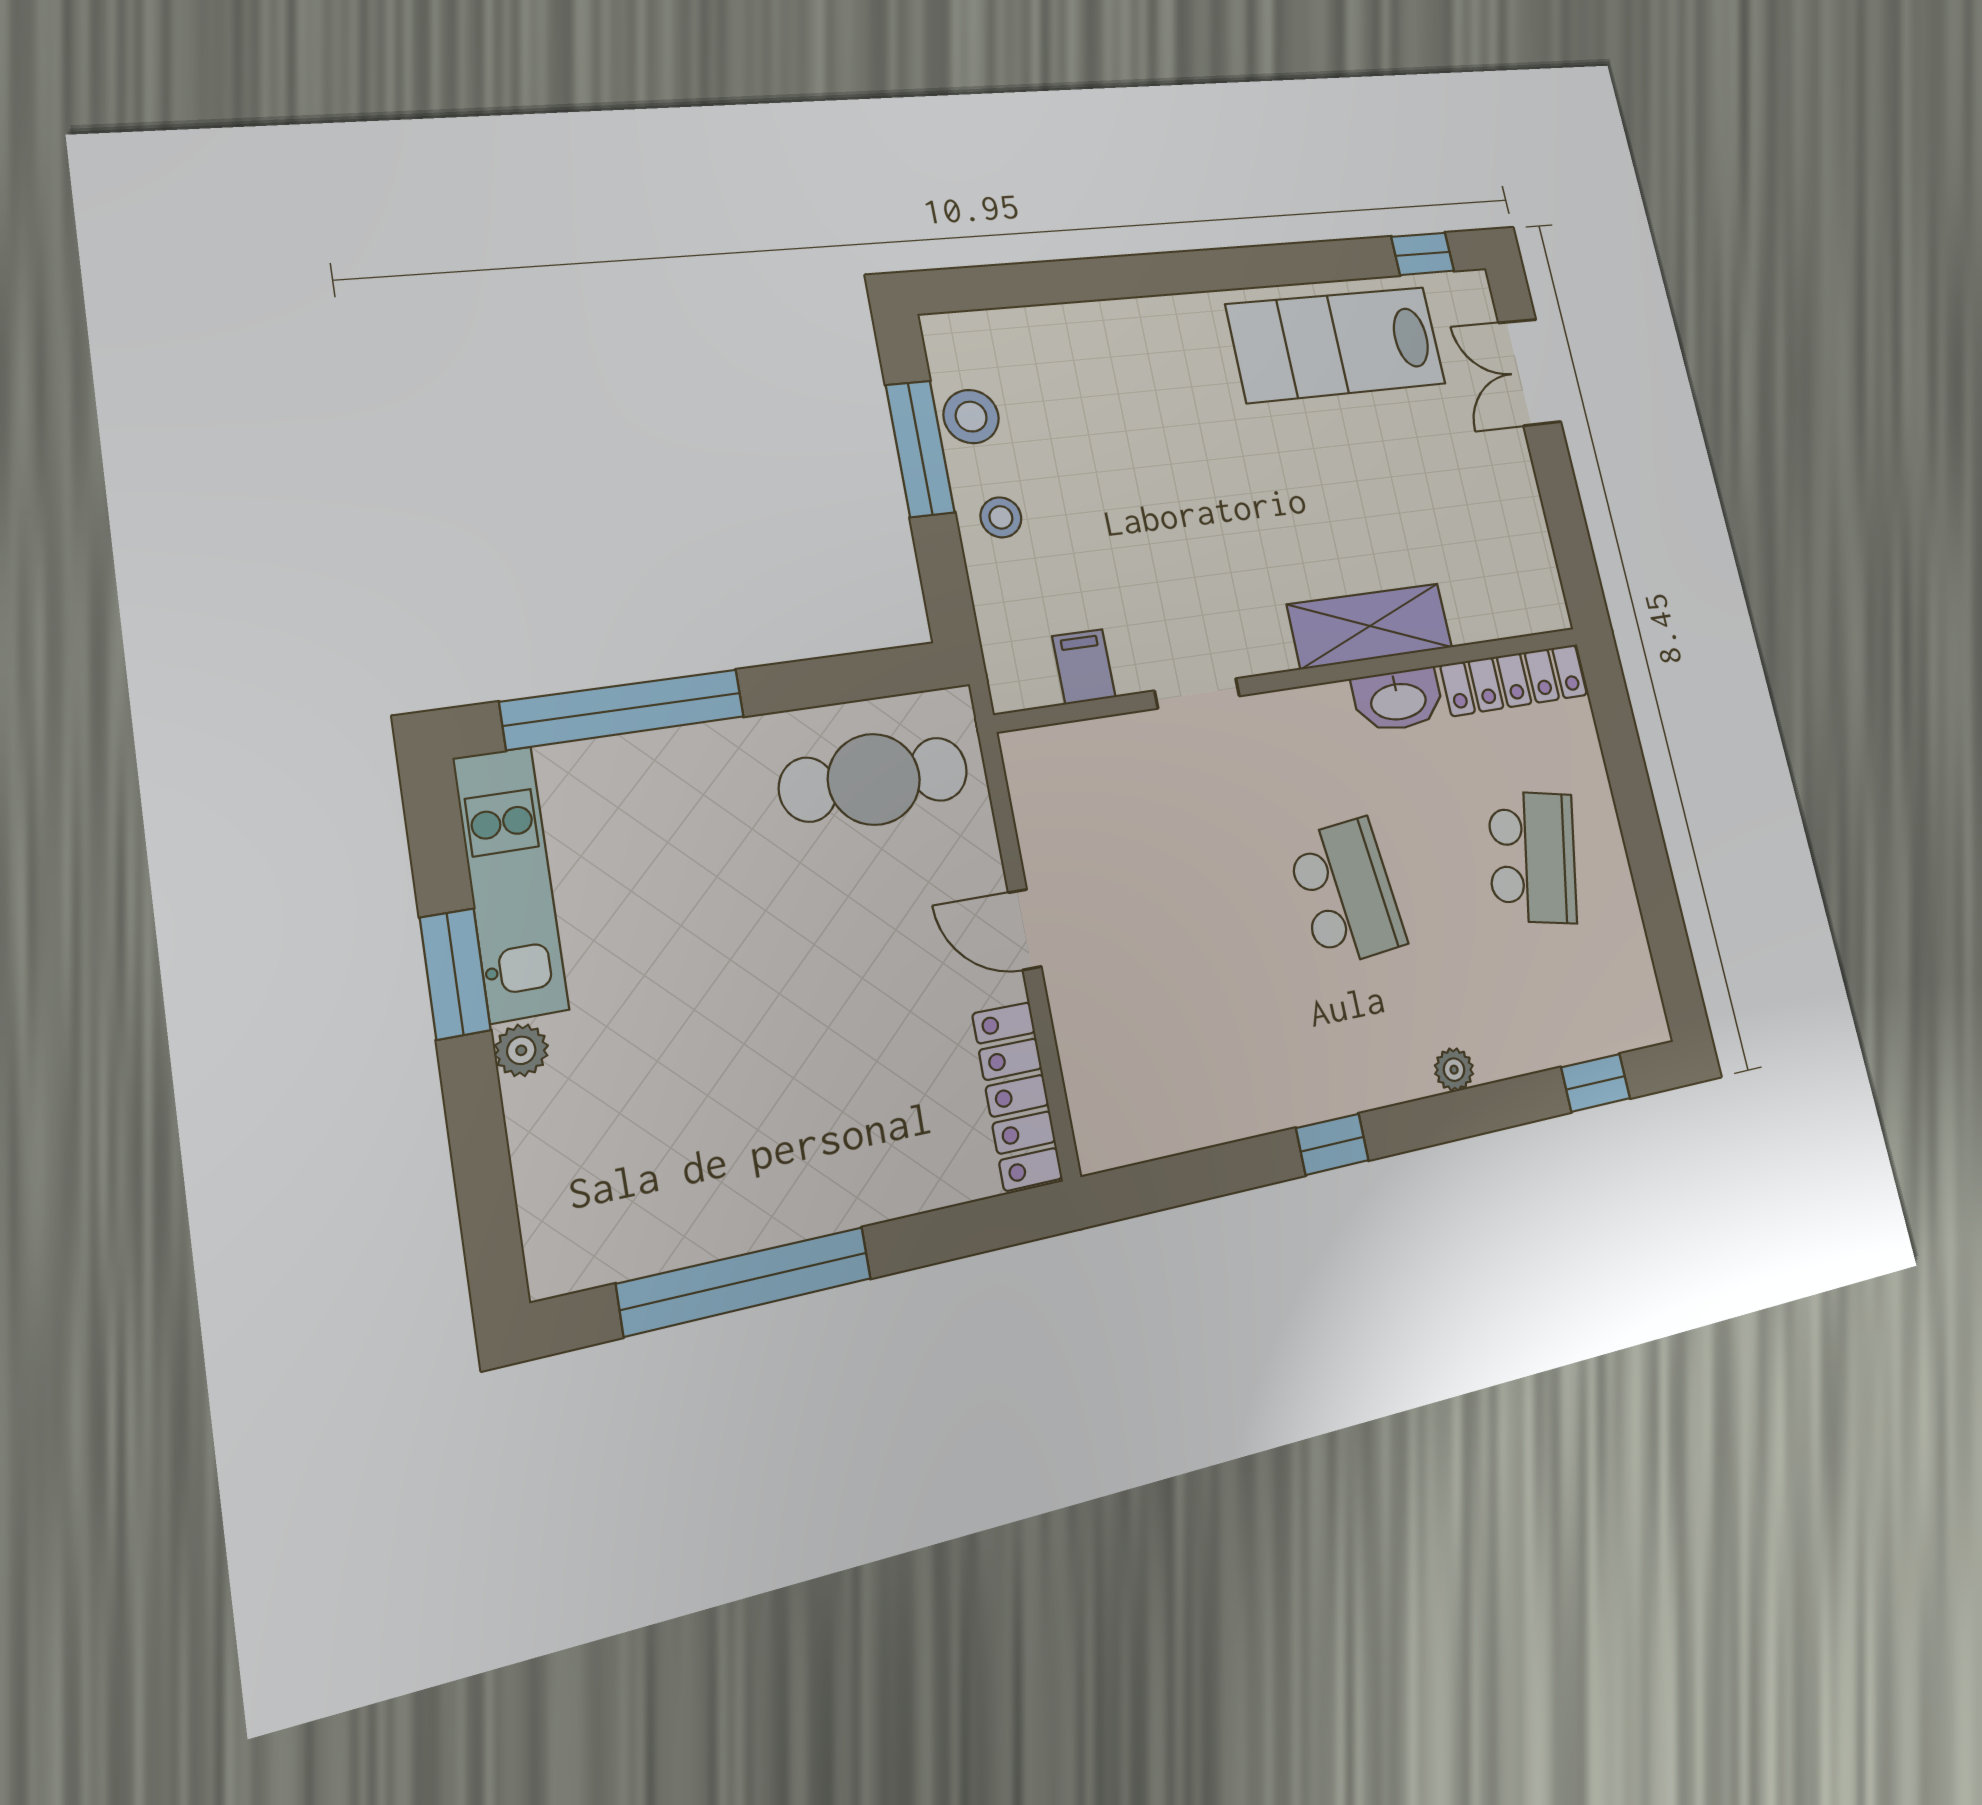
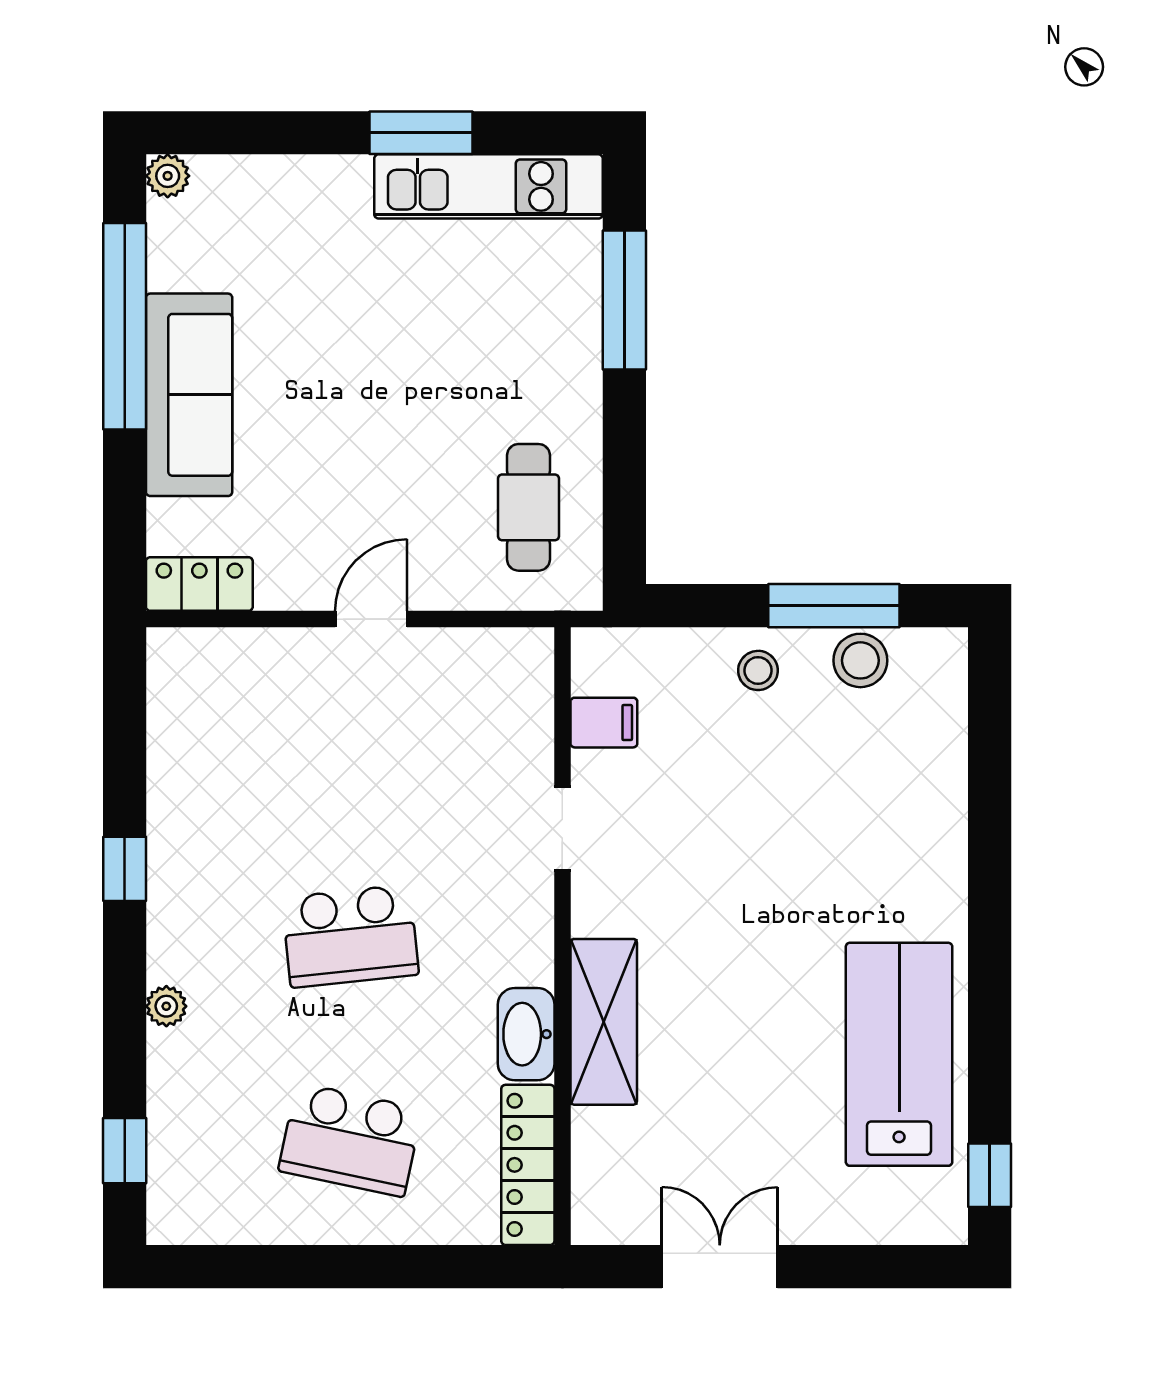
double door: (1530, 372) -> (720, 1267), moved
window: (623, 709) -> (624, 300), width x0.68
cafe table: (874, 779) -> (528, 507), width x0.73, depth x0.74
plant: (521, 1050) -> (168, 176), moved
locker: (1017, 1096) -> (199, 584), width x0.66
sofa: (813, 1186) -> (189, 395), added

